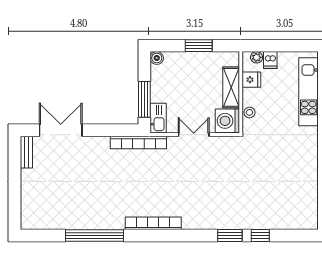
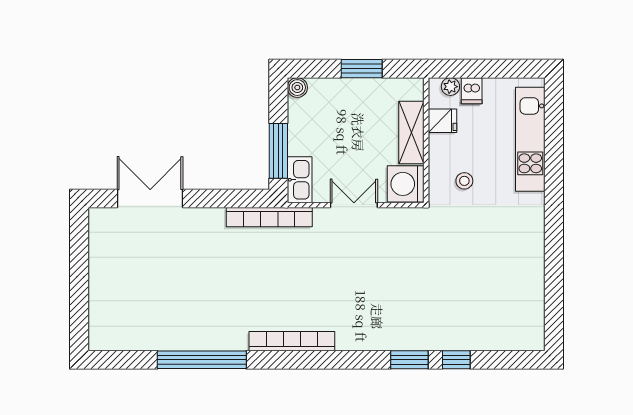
stool: (249, 112) -> (464, 181), moved
bench: (26, 152) -> (97, 232), removed

